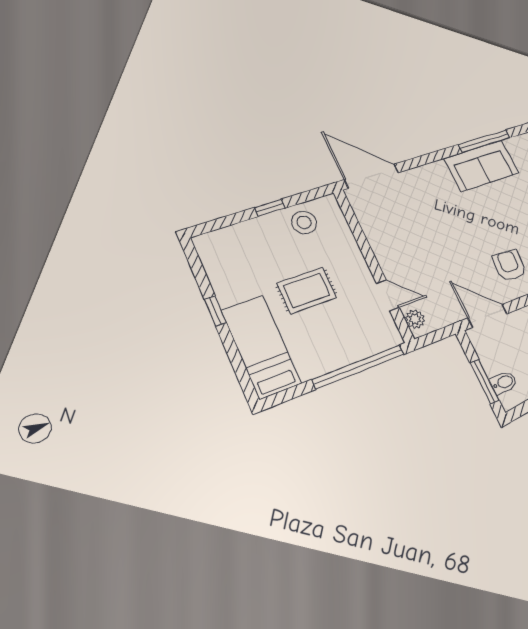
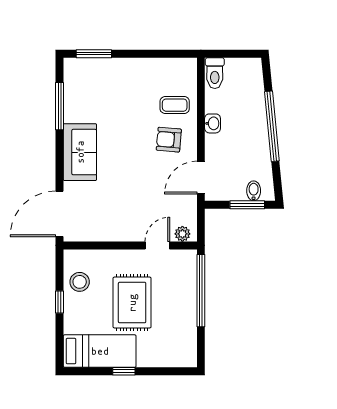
sofa: (481, 166) -> (80, 152), moved
rug: (307, 290) -> (132, 303), width x1.36, depth x1.43
bed: (261, 347) -> (100, 351), moved, turned 180

